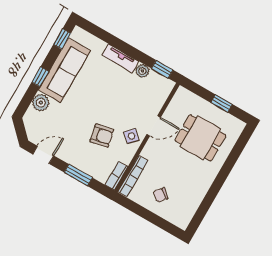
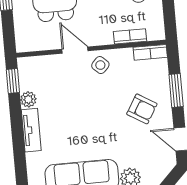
armchair: (102, 136) -> (142, 109), moved, turned 133
bookcase: (133, 176) -> (130, 36), width x0.64

